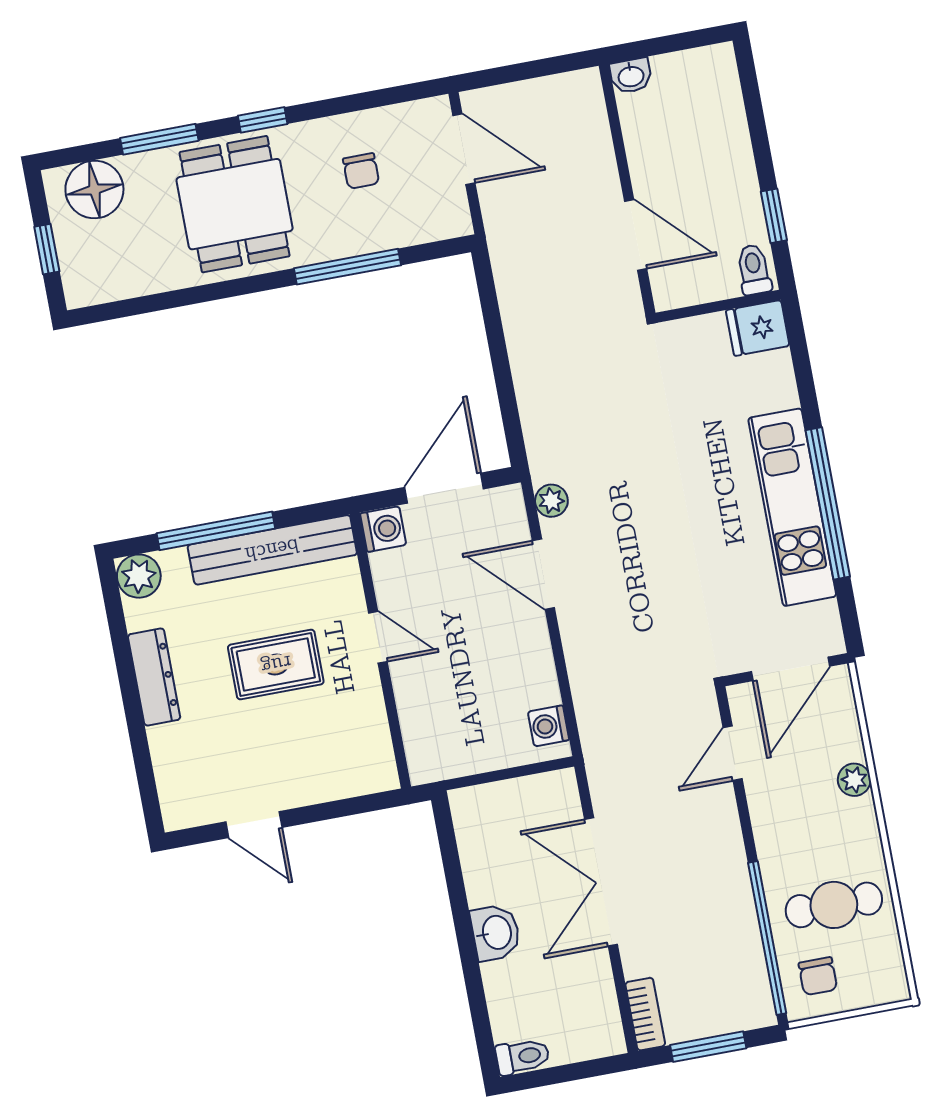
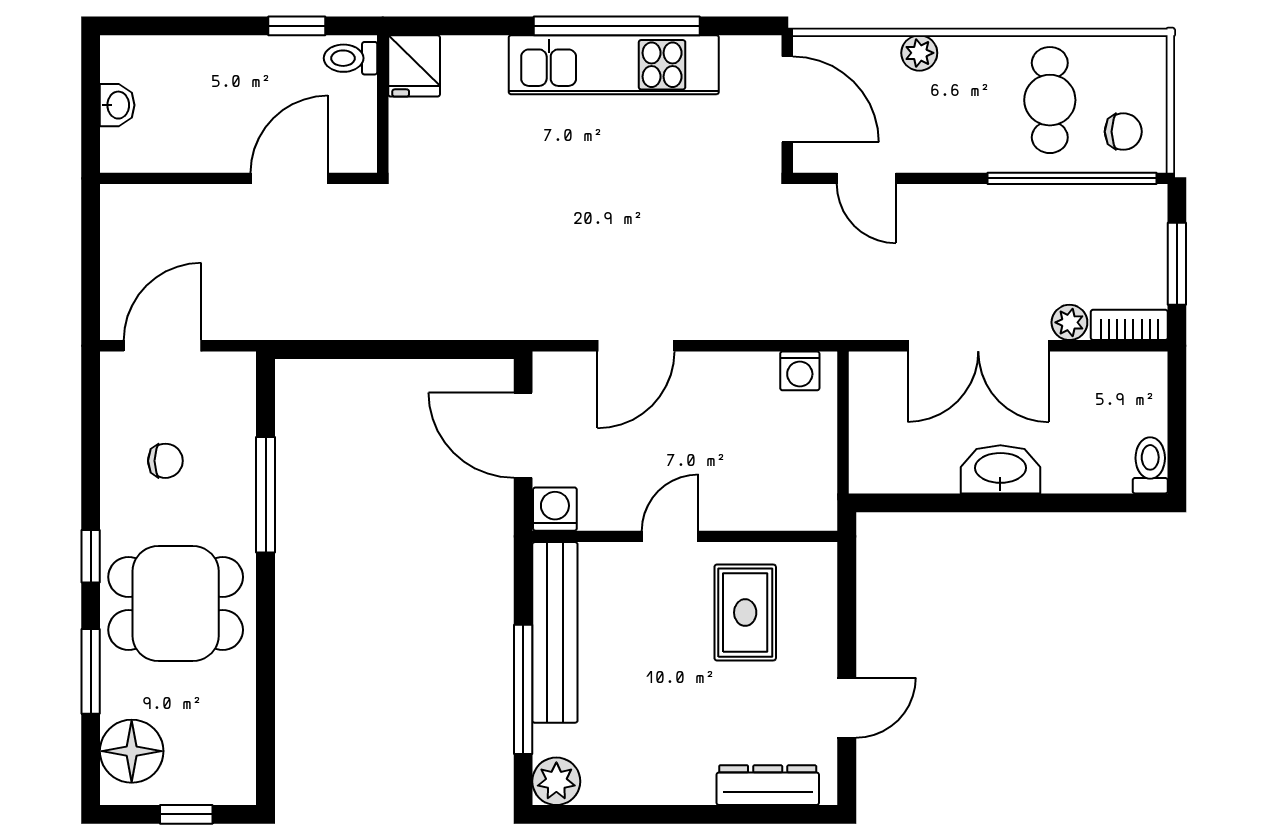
washbasin: (631, 76) -> (117, 105), moved
plant: (551, 501) -> (1069, 322), moved
rug: (276, 665) -> (745, 613), moved
dresser: (154, 677) -> (768, 785), moved
washbasin: (496, 933) -> (1000, 469), width x1.38

